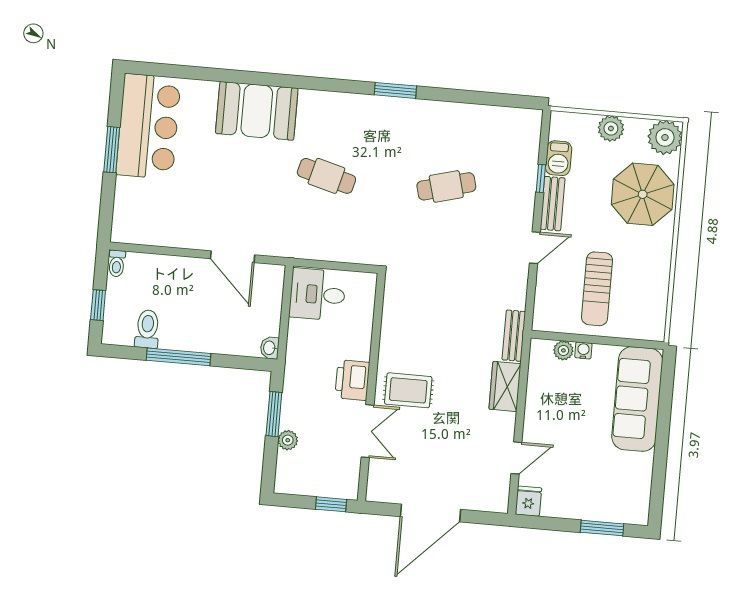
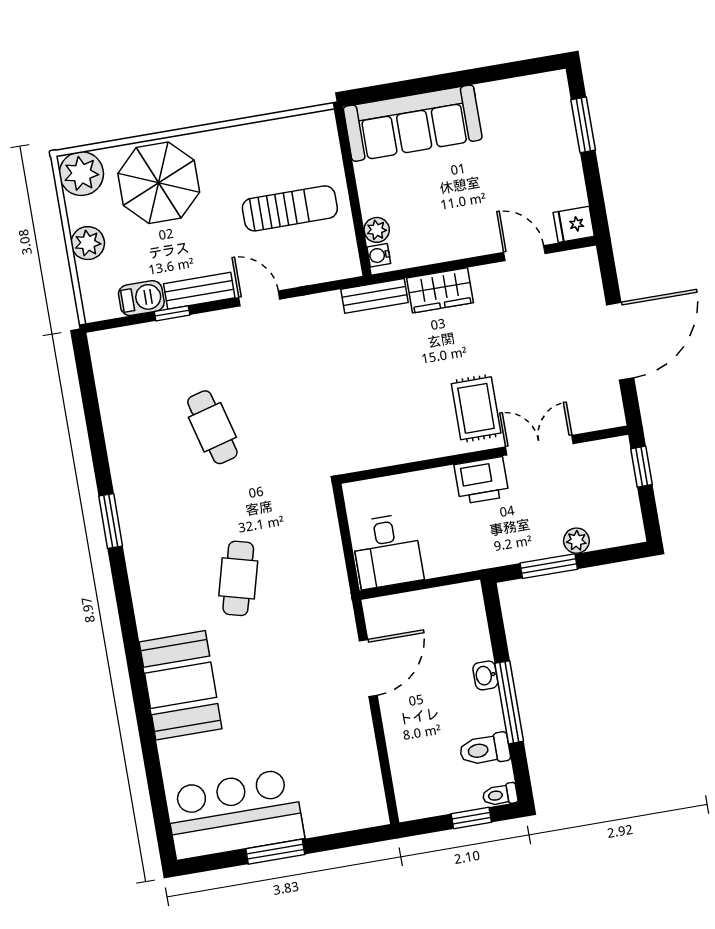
toilet: (117, 263) -> (500, 795), moved, turned 180
washbasin: (270, 348) -> (485, 675), moved, turned 90
water cooler: (583, 350) -> (379, 255), moved
door: (430, 513) -> (620, 341), hinge flipped

